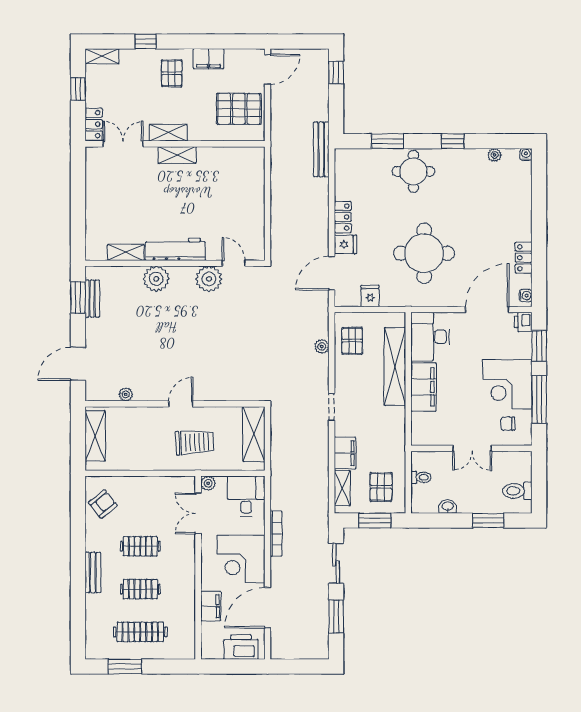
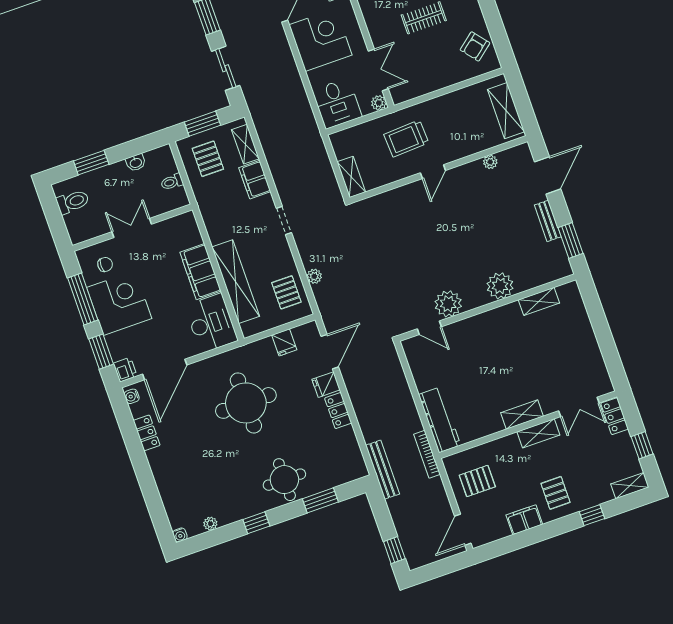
pallet: (239, 109) -> (477, 481), width x0.67, depth x0.71
workbench: (175, 249) -> (440, 420), moved, turned -90
bench: (92, 299) -> (548, 221), moved
shelving: (254, 434) -> (351, 177), width x0.67, depth x0.75
bookcase: (276, 534) -> (427, 454), moved

